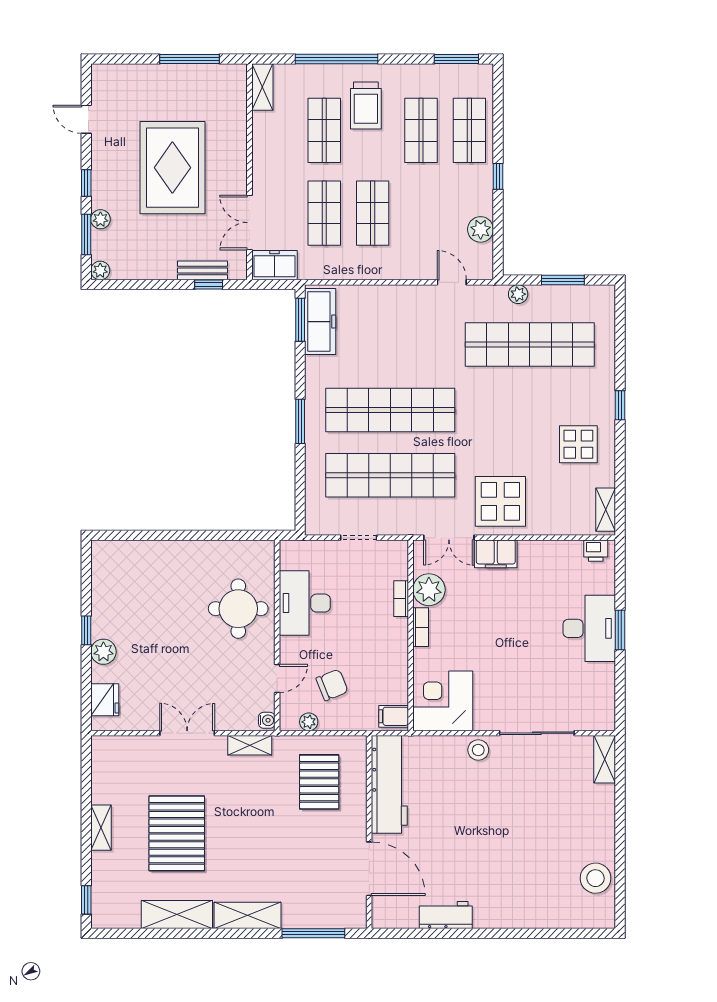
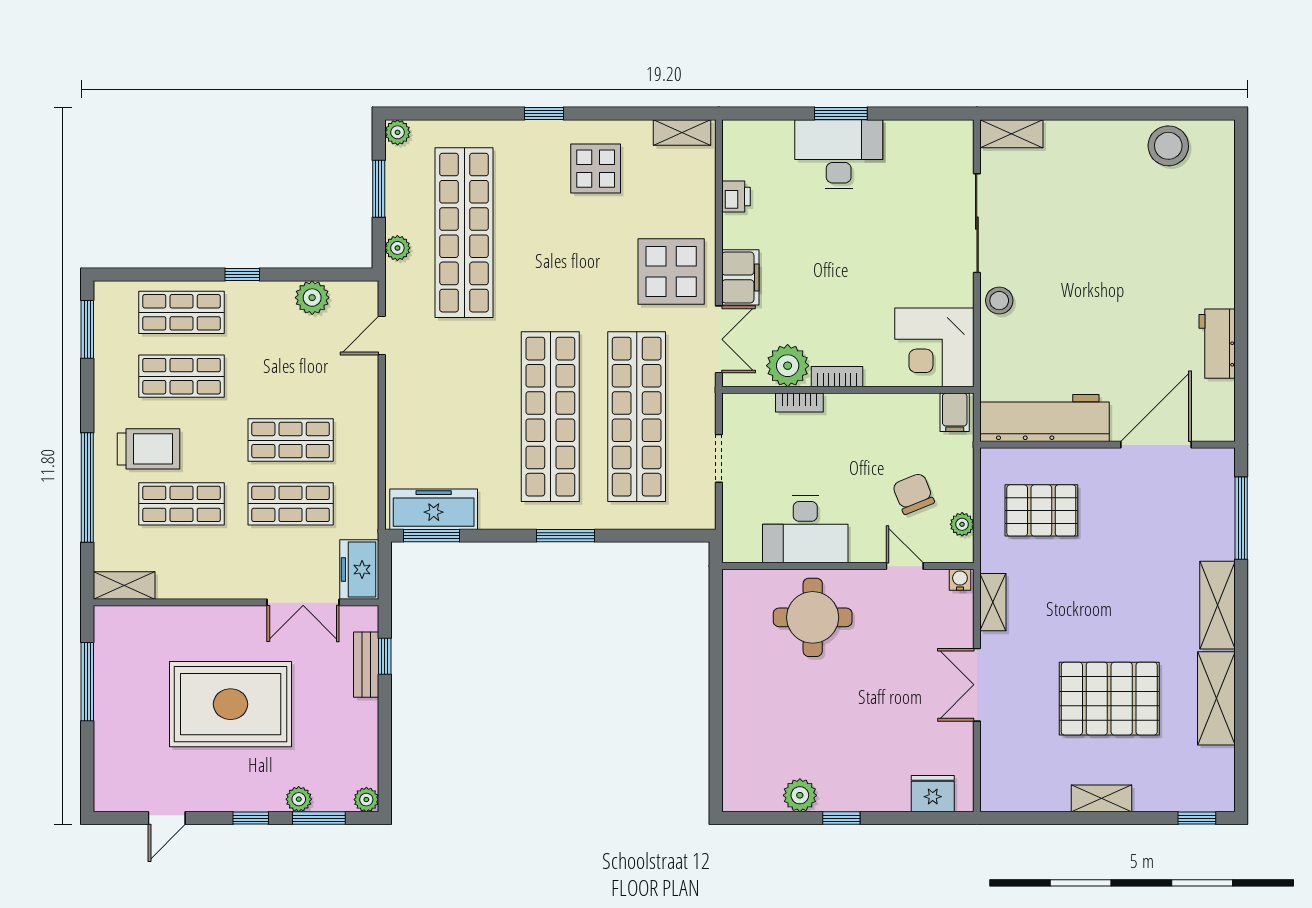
plant: (606, 294) -> (398, 132), added
printer: (596, 551) -> (736, 196), moved
plant: (103, 652) -> (800, 795), moved

